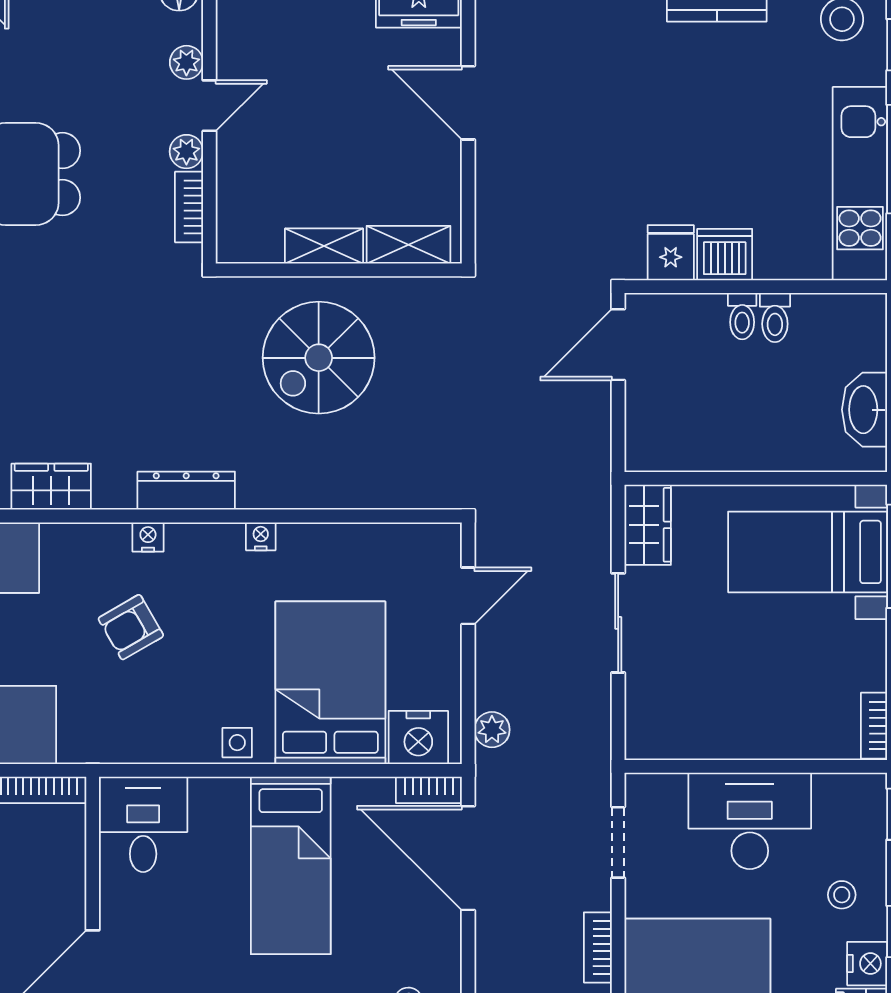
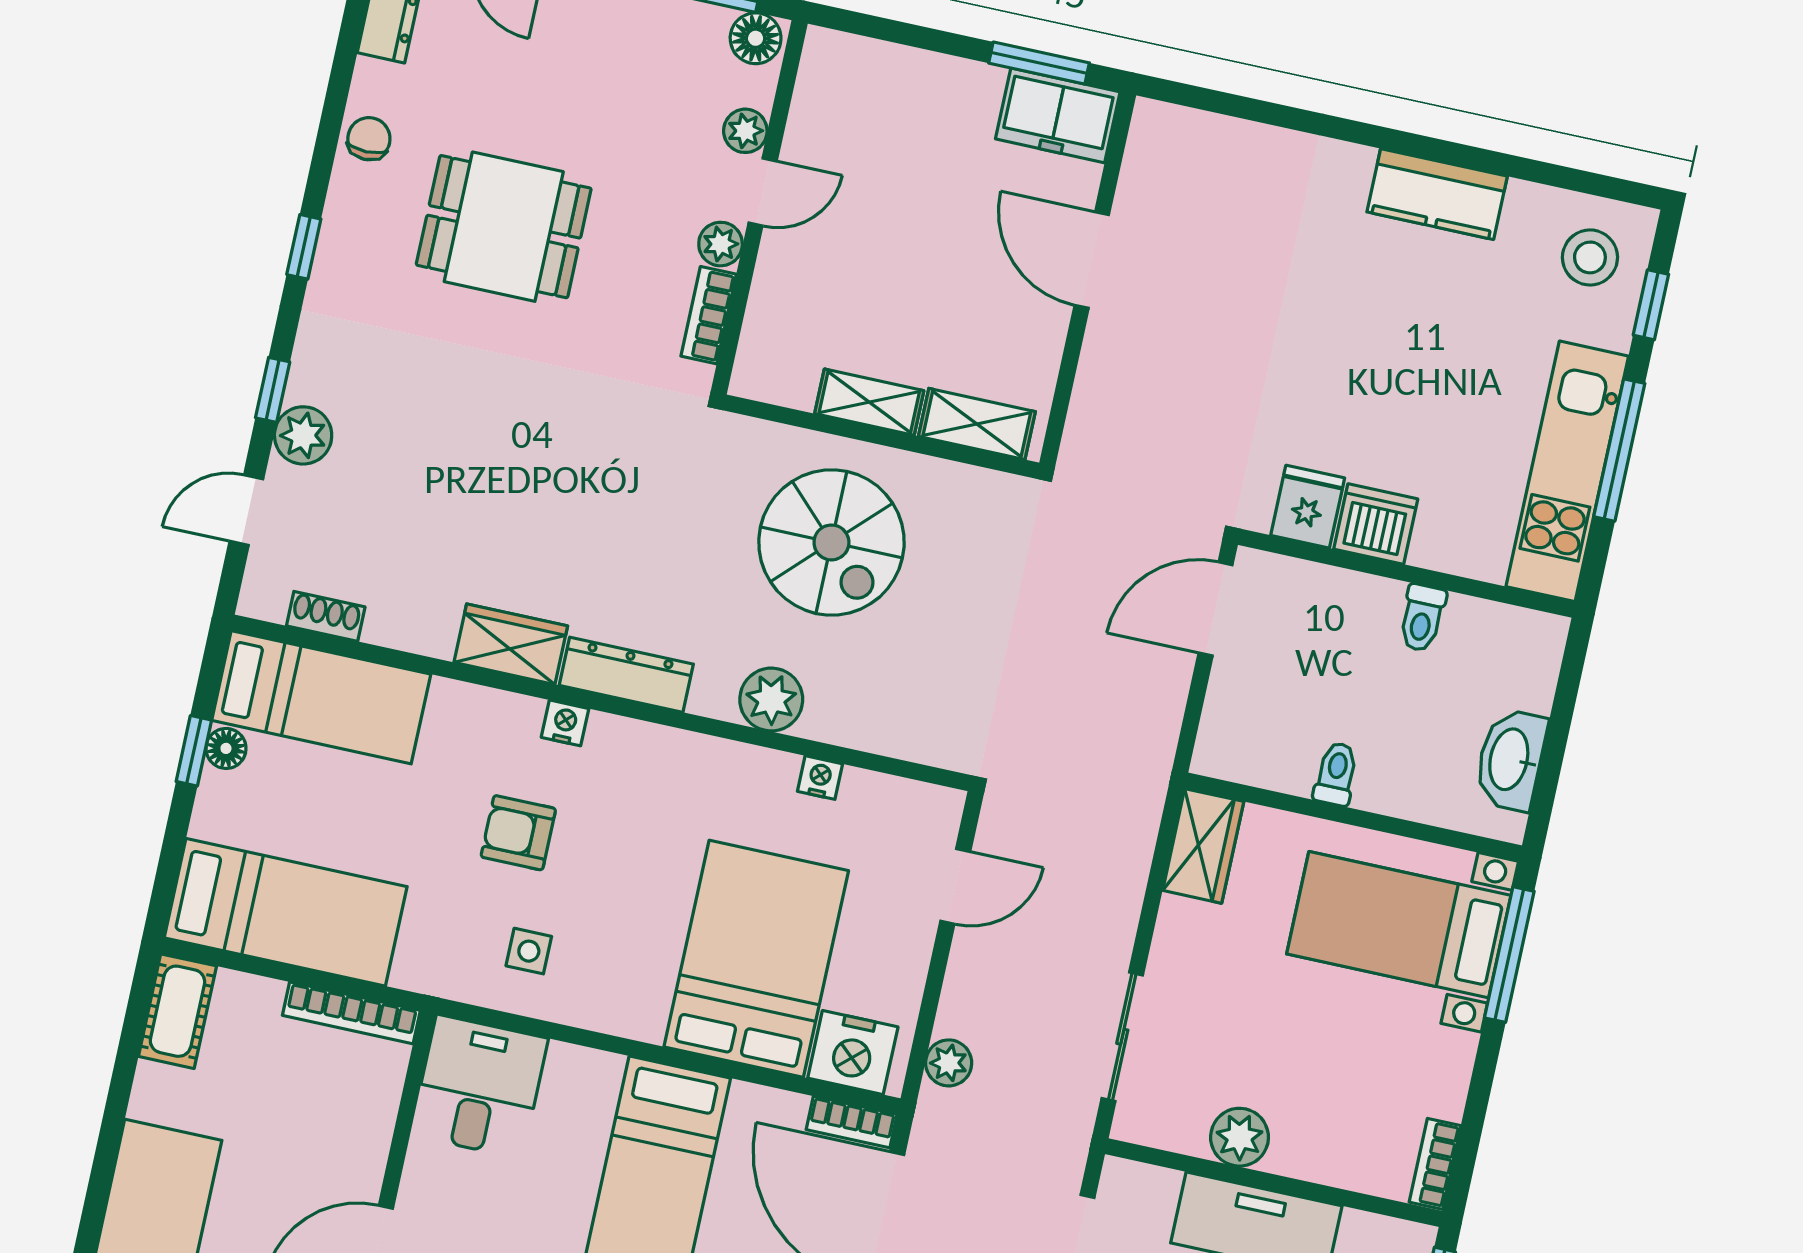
toilet: (742, 316) -> (1336, 774), moved, turned 180
spiral stairs: (319, 358) -> (831, 542), turned -90
plant: (299, 486) -> (771, 700), added
wardrobe: (51, 487) -> (511, 644), moved
nightstand: (261, 536) -> (820, 778), moved
sliding door: (618, 623) -> (1122, 1037), moved
armchair: (131, 627) -> (518, 833), turned 30
plant: (723, 738) -> (1240, 1137), added
side table: (237, 743) -> (529, 951), moved

